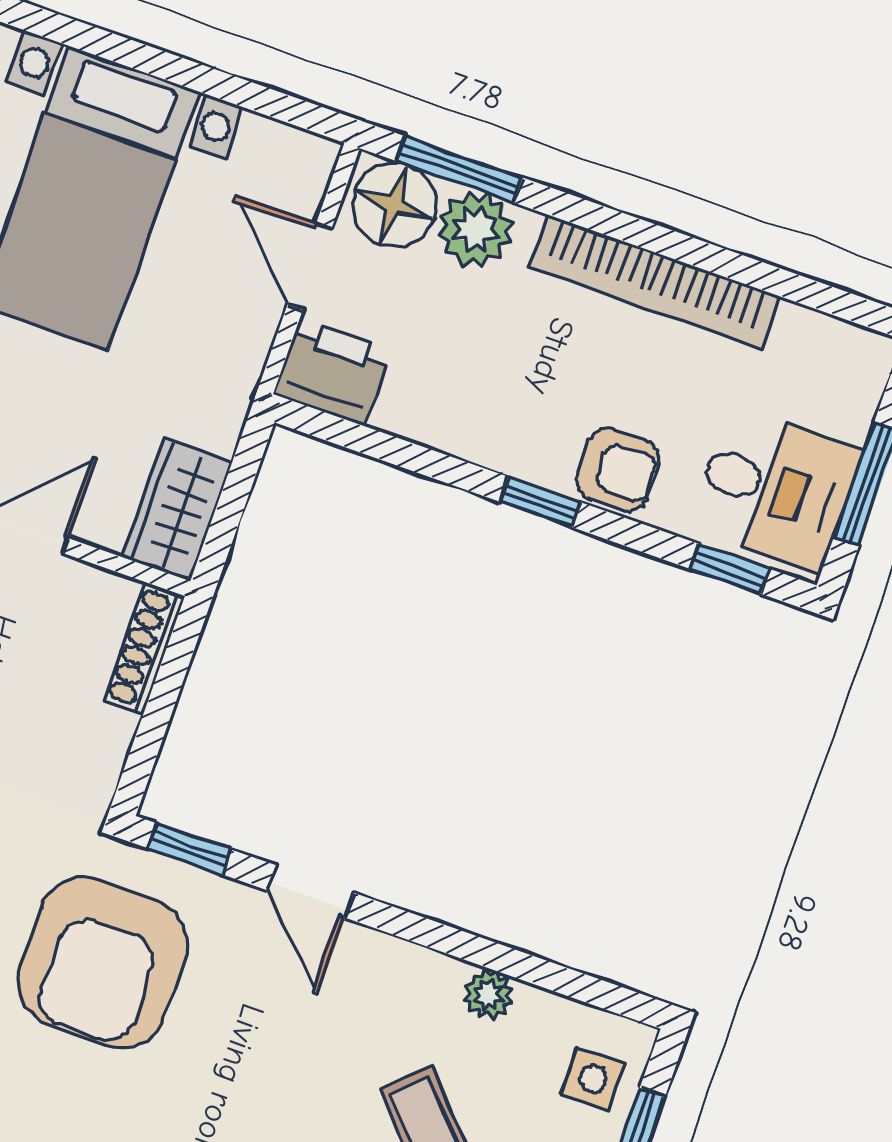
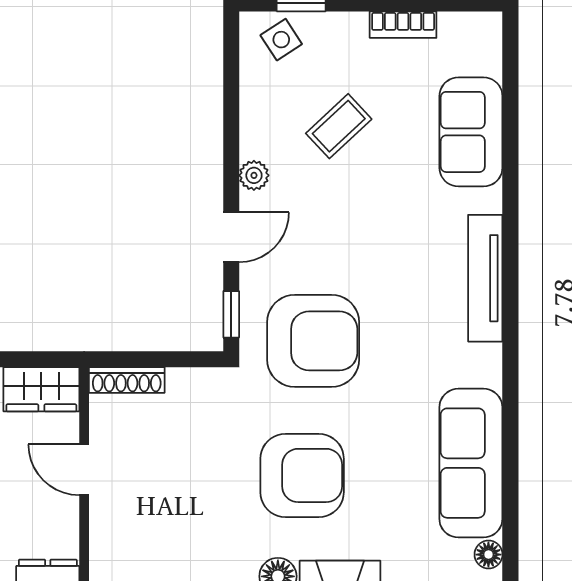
plant: (489, 994) -> (254, 175), moved
side table: (593, 1079) -> (281, 40), turned -33

